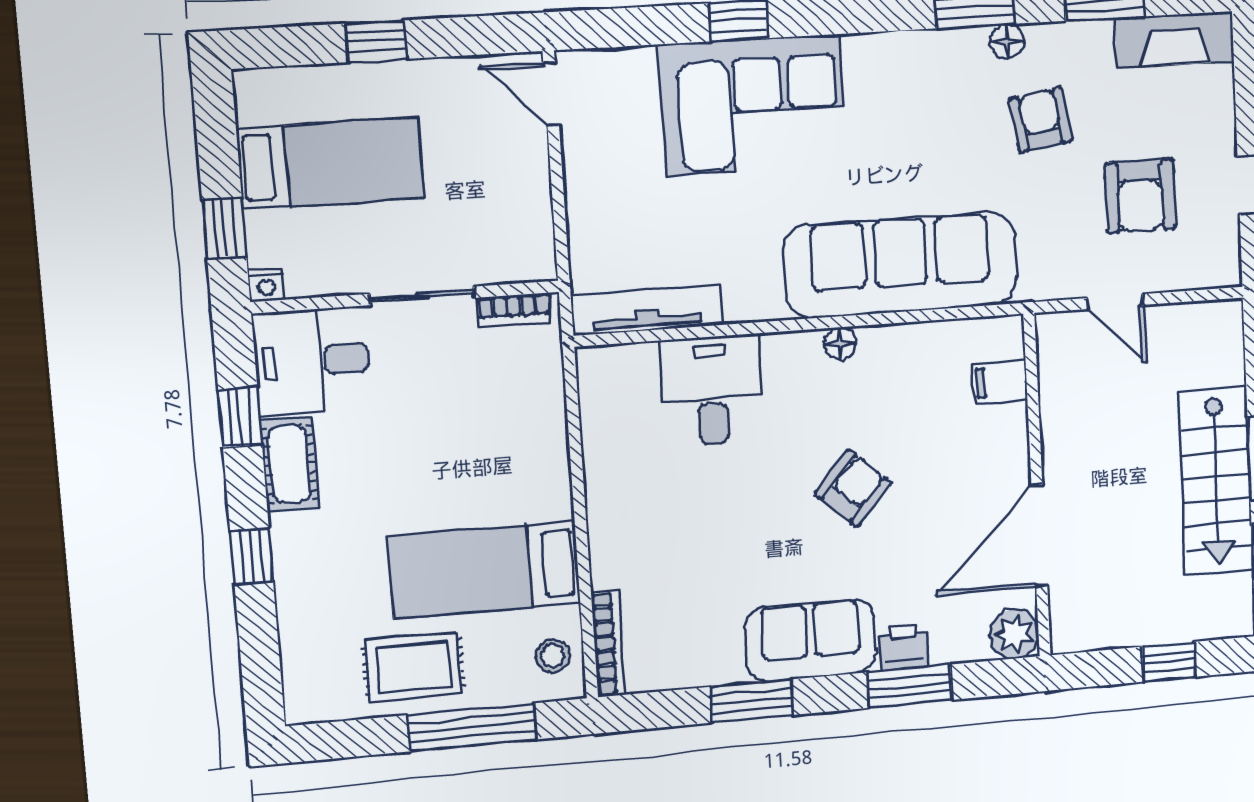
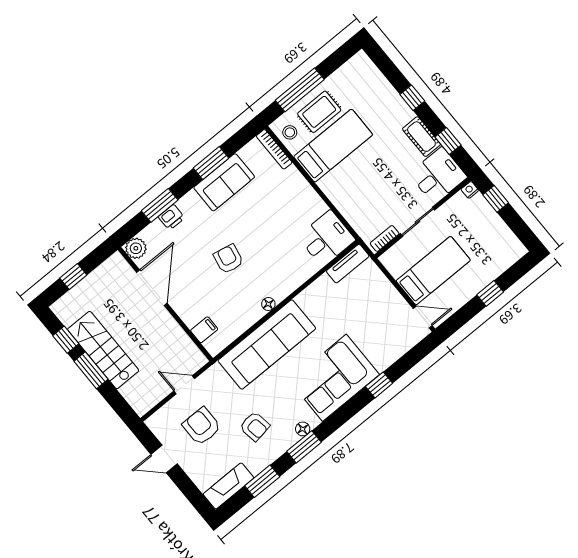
floor lamp: (1007, 42) -> (303, 429), moved
corner sofa: (752, 105) -> (334, 378), moved
bed: (331, 163) -> (433, 271), moved, turned 180
tv unit: (647, 310) -> (348, 264), width x0.71
desk: (712, 391) -> (326, 238), moved, turned -90
armchair: (853, 488) -> (228, 259), turned 149
sofa: (811, 640) -> (224, 182), moved
rug: (414, 667) -> (319, 112), moved

